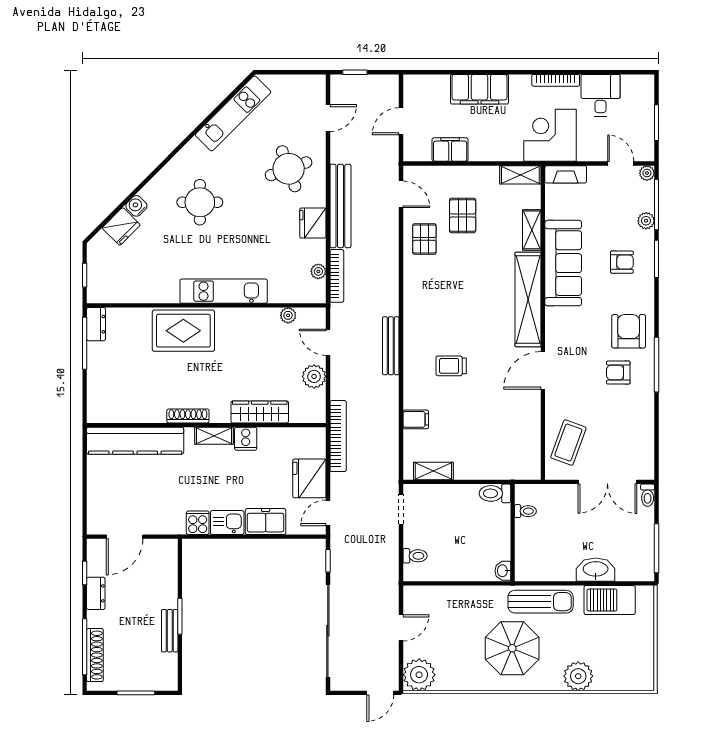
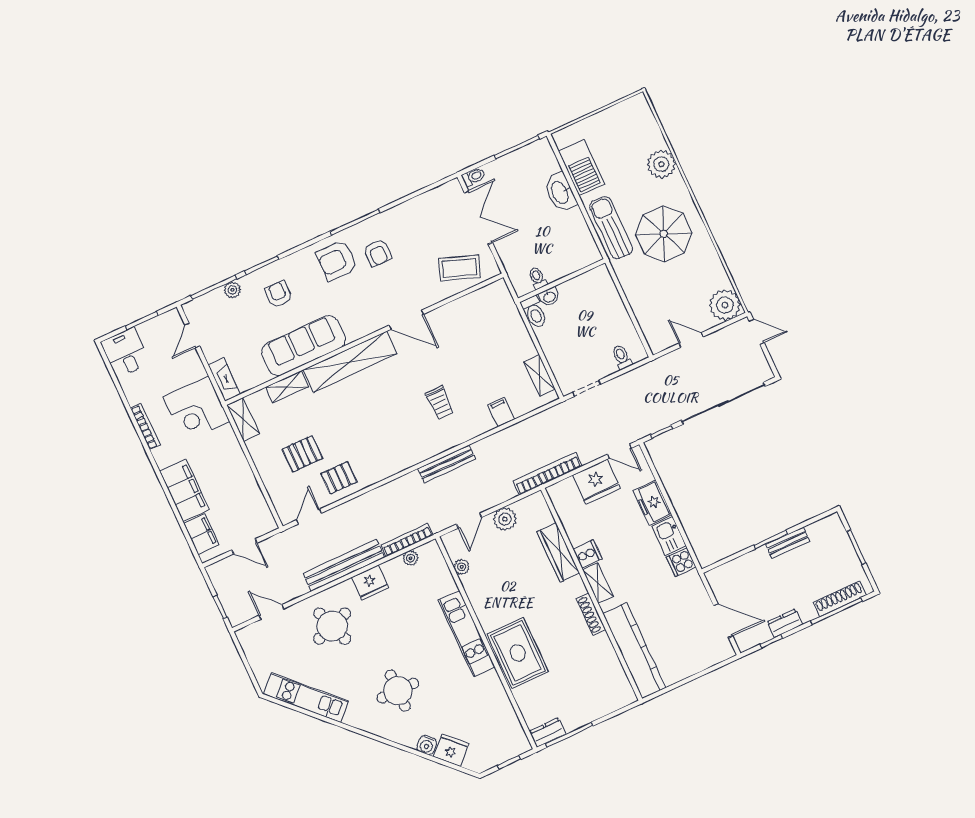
desk: (601, 95) -> (126, 353), moved, turned 90
filing cabinet: (450, 150) -> (201, 534), moved, turned 180
plant: (647, 173) -> (190, 308), removed
washbasin: (503, 571) -> (549, 297), moved

